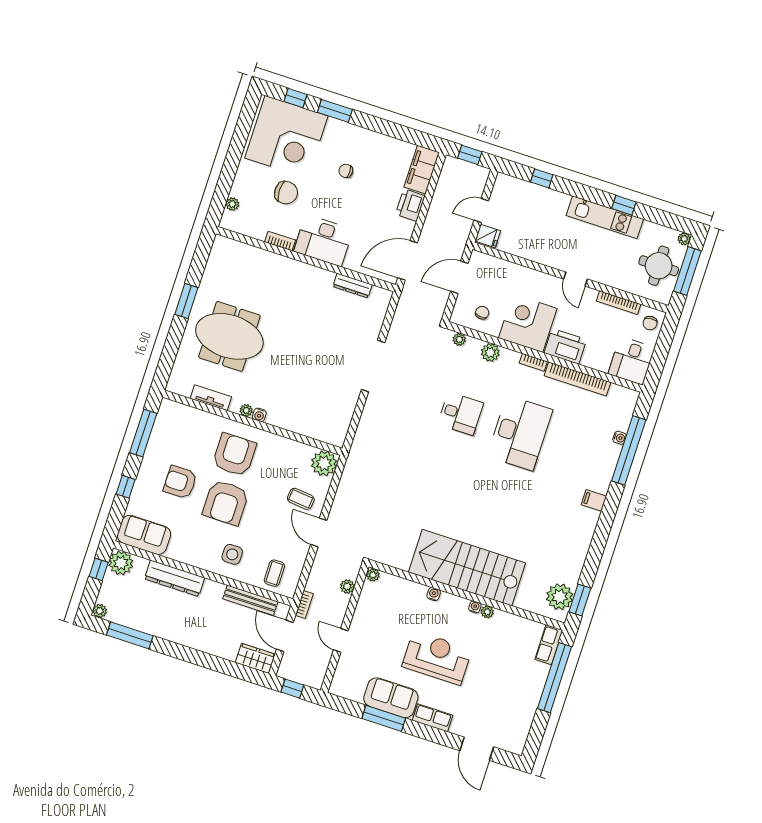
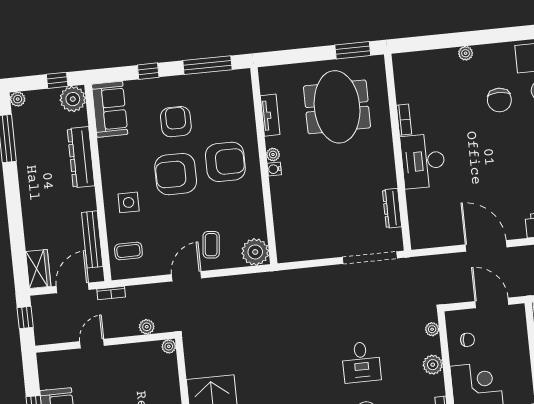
desk: (323, 240) -> (423, 161), moved
bookcase: (280, 241) -> (404, 120), moved
wall: (306, 259) -> (398, 152), moved
dresser: (353, 286) -> (392, 208), moved

